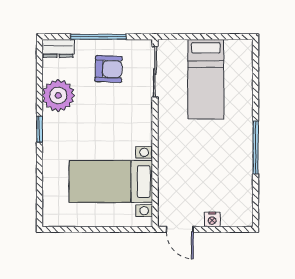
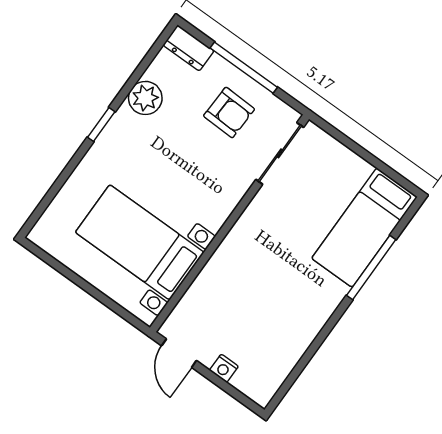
bed: (206, 79) -> (364, 228), moved
plant: (58, 95) -> (145, 98), width x0.73, depth x0.73
window: (256, 147) -> (371, 267), moved

